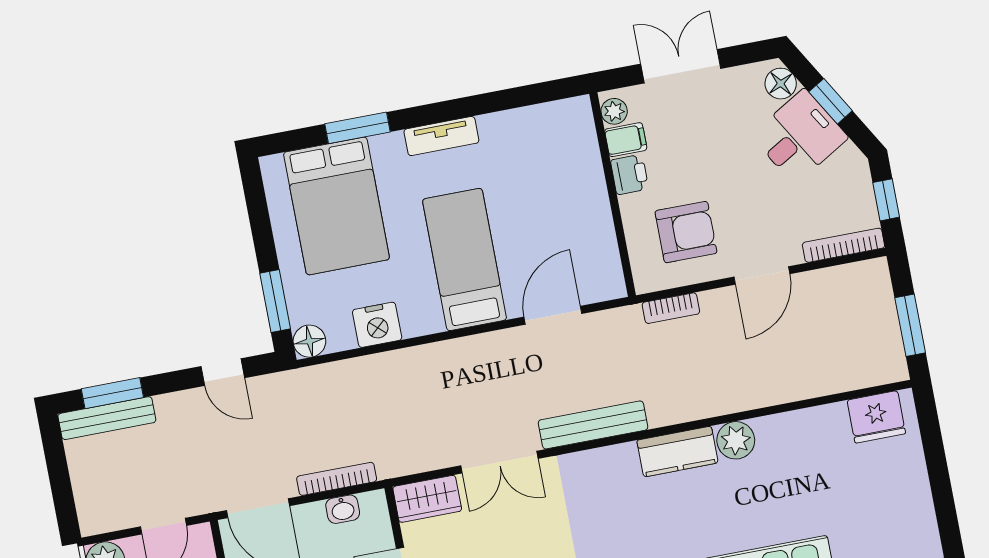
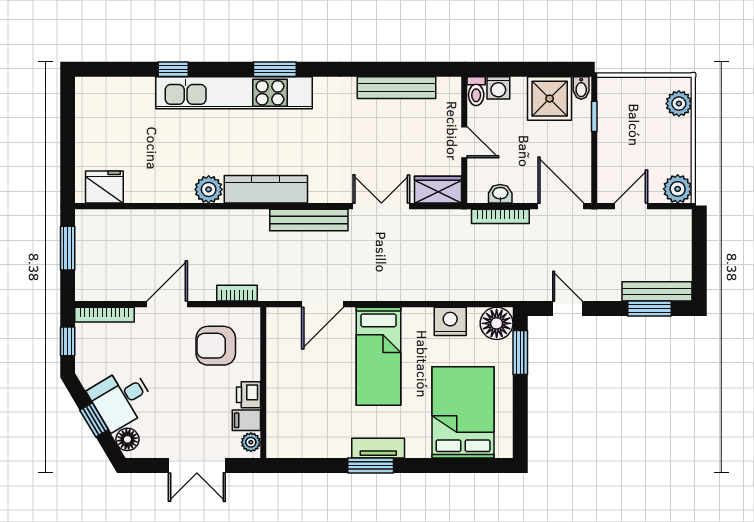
window: (358, 128) -> (371, 465), moved
floor lamp: (309, 341) -> (497, 323), width x1.38, depth x1.38
kitchen counter: (677, 452) -> (266, 189), width x1.50

